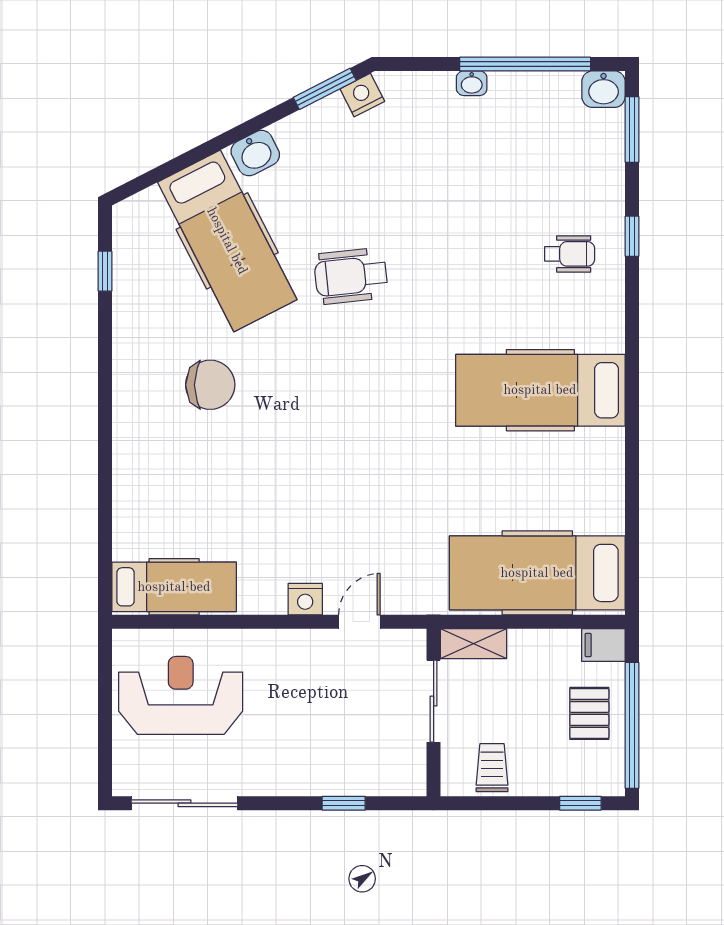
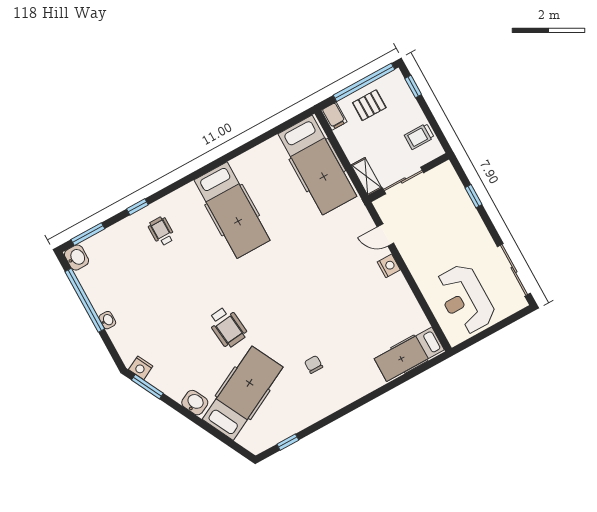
chair: (210, 385) -> (314, 364), width x0.54, depth x0.54
hospital bed: (174, 587) -> (409, 354), moved, turned -90

